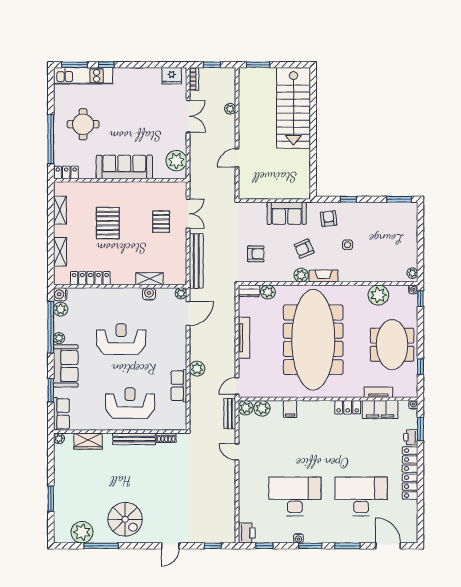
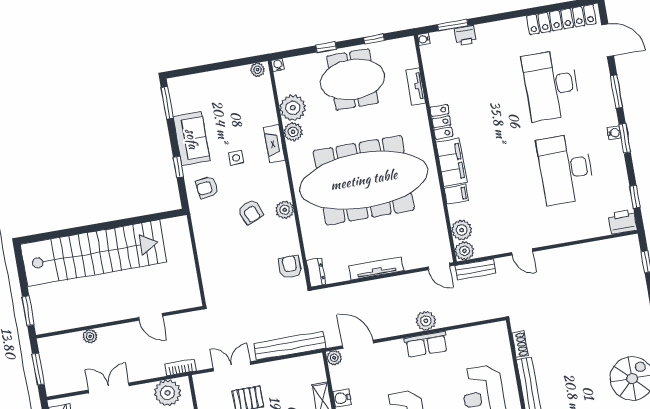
window: (212, 65) -> (38, 369), width x1.50
bookcase: (194, 79) -> (181, 368), moved
stairs: (293, 108) -> (93, 253), width x1.36
sofa: (287, 213) -> (192, 139), moved
armchair: (256, 254) -> (290, 267), moved
fireplace: (324, 276) -> (274, 144), moved
plant: (268, 292) -> (293, 132), moved
window: (420, 299) -> (326, 47), moved
row of seats: (179, 386) -> (426, 344), moved
filing cabinet: (380, 410) -> (451, 162), moved
door: (237, 452) -> (522, 252), hinge flipped
locker: (410, 473) -> (561, 20), moved
water cooler: (298, 538) -> (614, 133), moved
door: (388, 546) -> (608, 40), swing flipped

